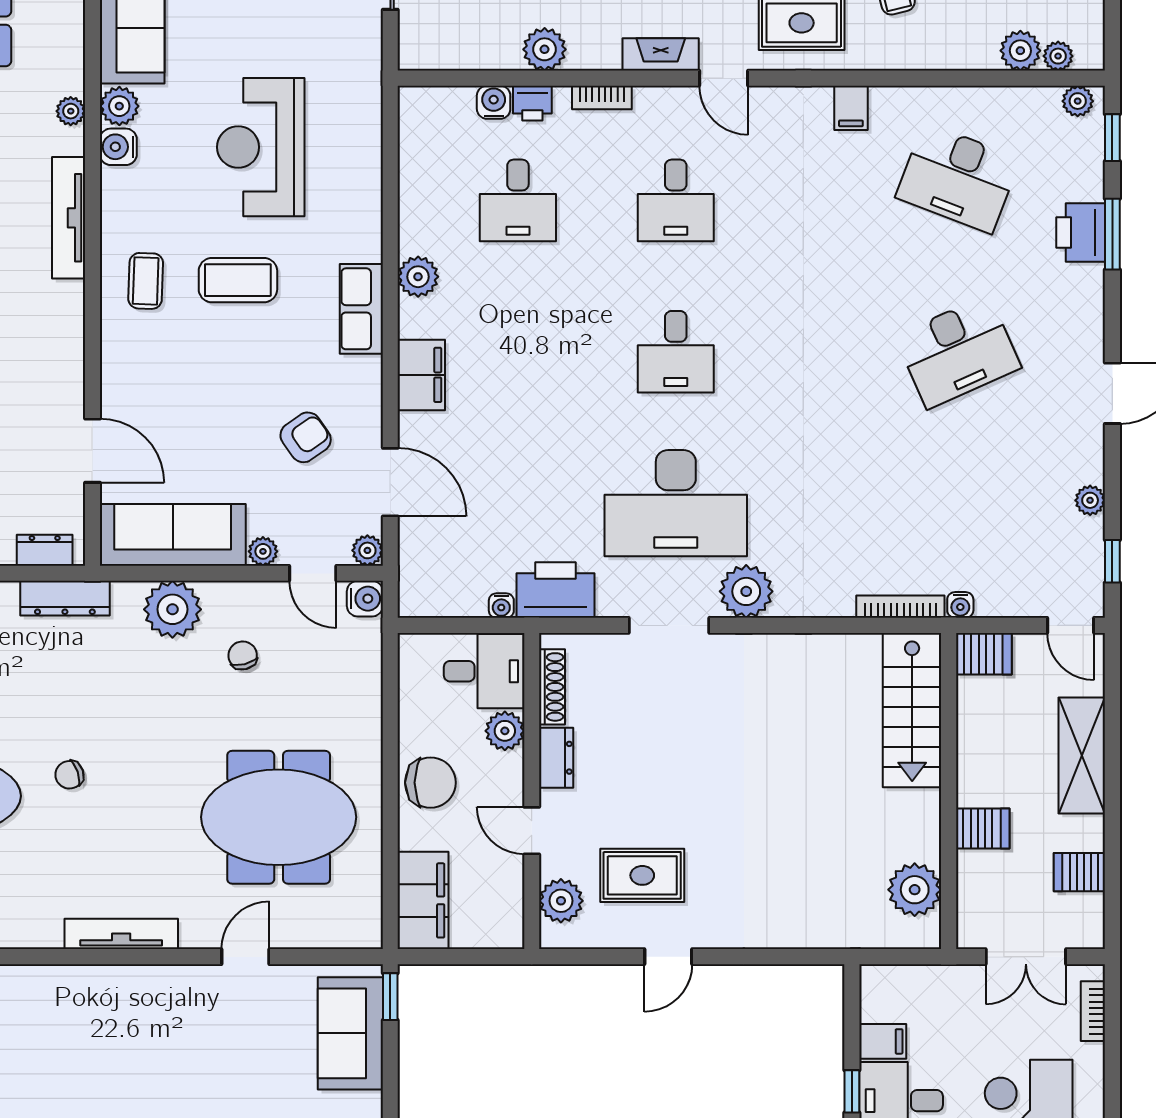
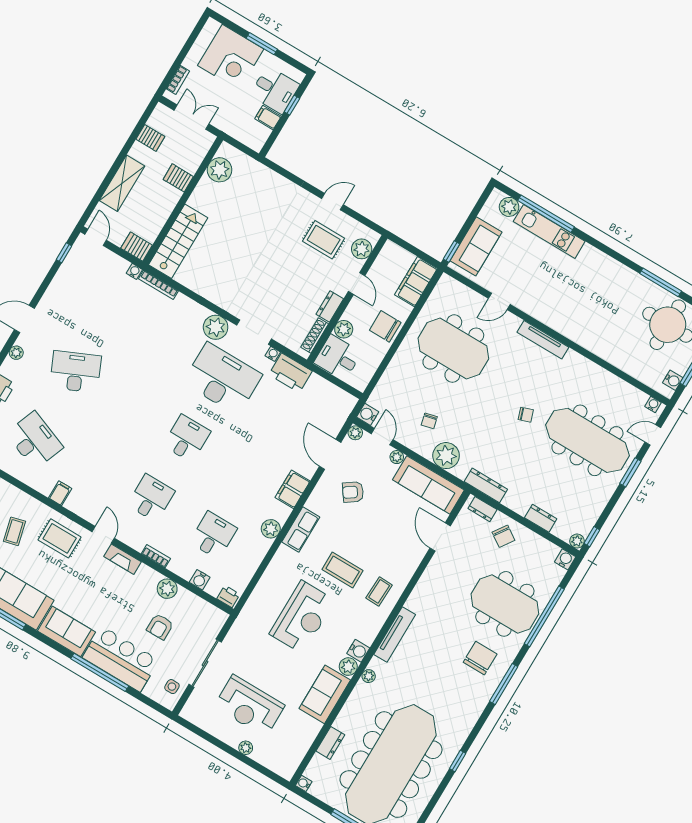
printer: (532, 103) -> (228, 596), moved
plant: (1090, 500) -> (16, 353), moved
water cooler: (501, 606) -> (273, 354), moved

